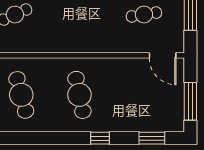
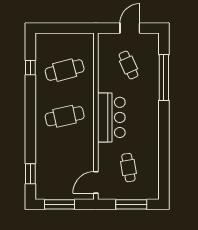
bar counter: (81, 36) -> (111, 117), added
window: (100, 138) -> (30, 68), moved

